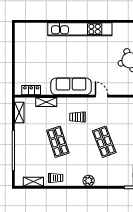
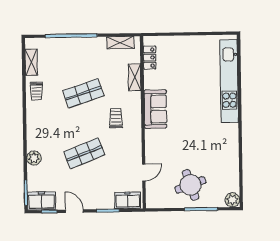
kitchen unit: (80, 29) -> (229, 81), moved
sofa: (71, 86) -> (155, 109), width x0.73
door: (102, 96) -> (144, 172), moved
plant: (89, 181) -> (34, 158), moved

